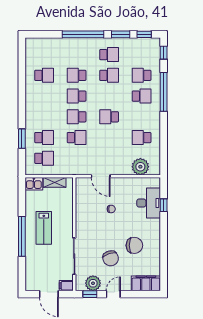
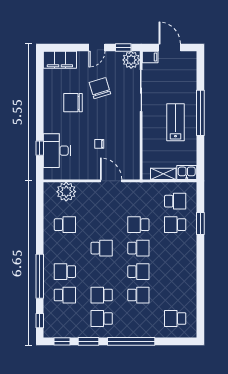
school desk: (44, 75) -> (175, 319), moved
school desk: (44, 158) -> (175, 201), turned 180
plant: (93, 283) -> (131, 60), moved

